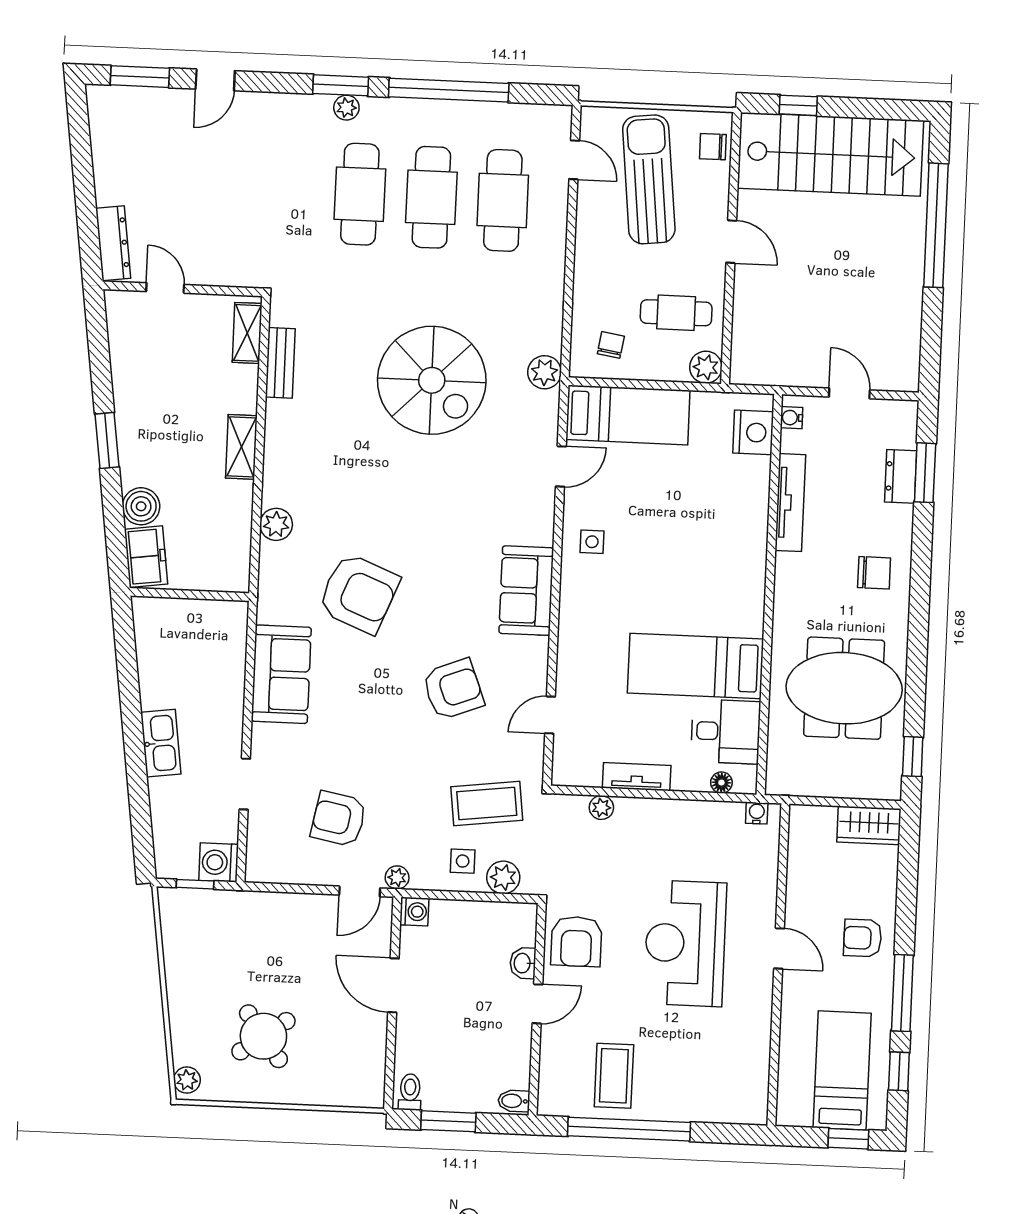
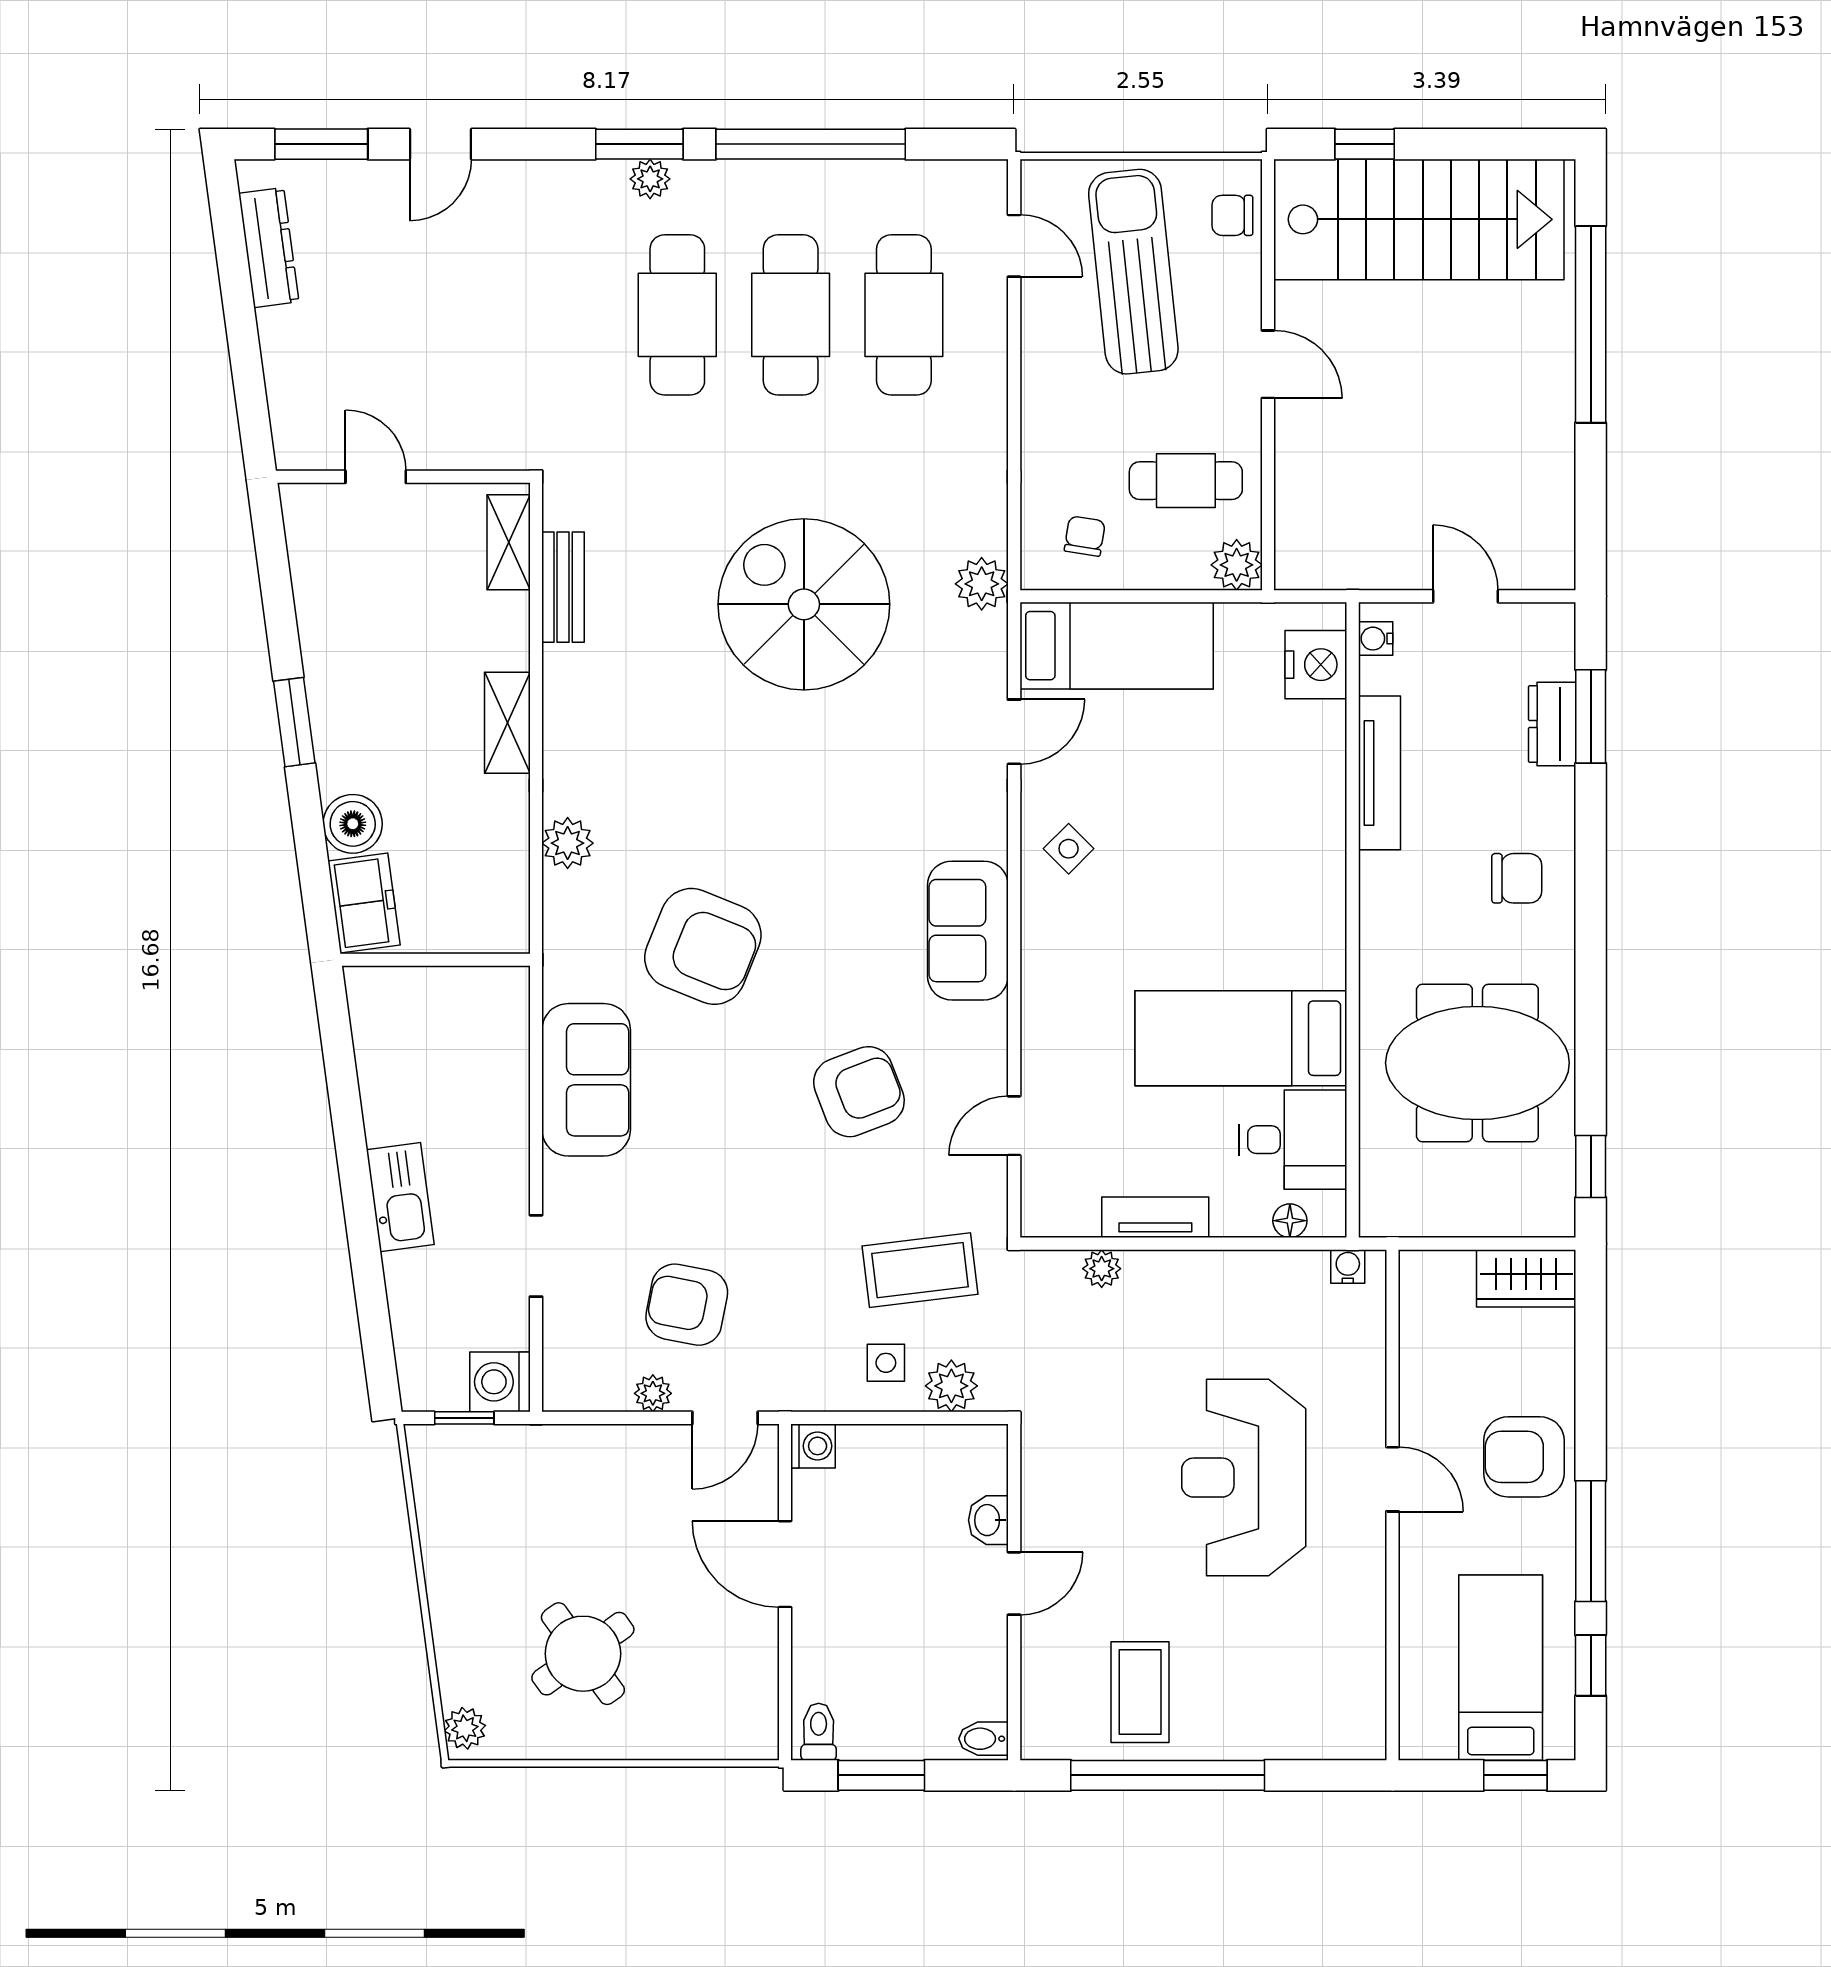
dresser: (113, 243) -> (269, 248), moved
spiral stairs: (432, 380) -> (804, 604), turned 180
side table: (592, 542) -> (1069, 849), turned 45
plant: (397, 877) -> (653, 1393), moved
armchair: (863, 938) -> (1524, 1457), width x1.38, depth x1.38
armchair: (576, 941) -> (1071, 1482), removed

